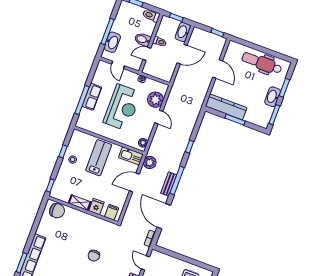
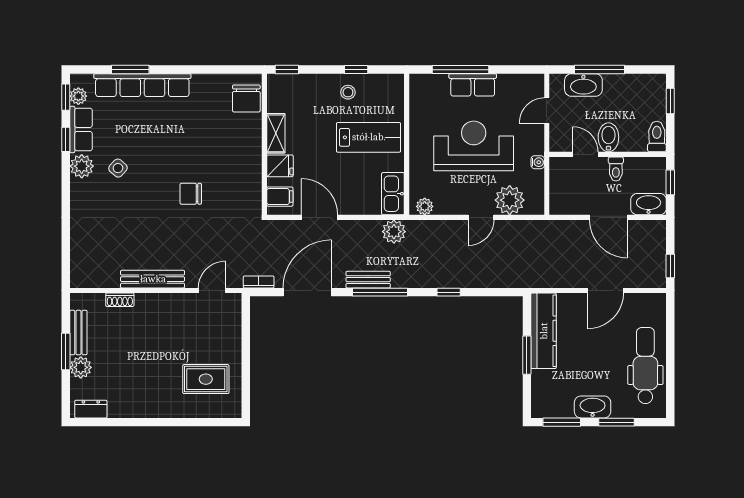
reception desk: (122, 107) -> (474, 146), turned 180
door: (134, 182) -> (320, 217), moved

